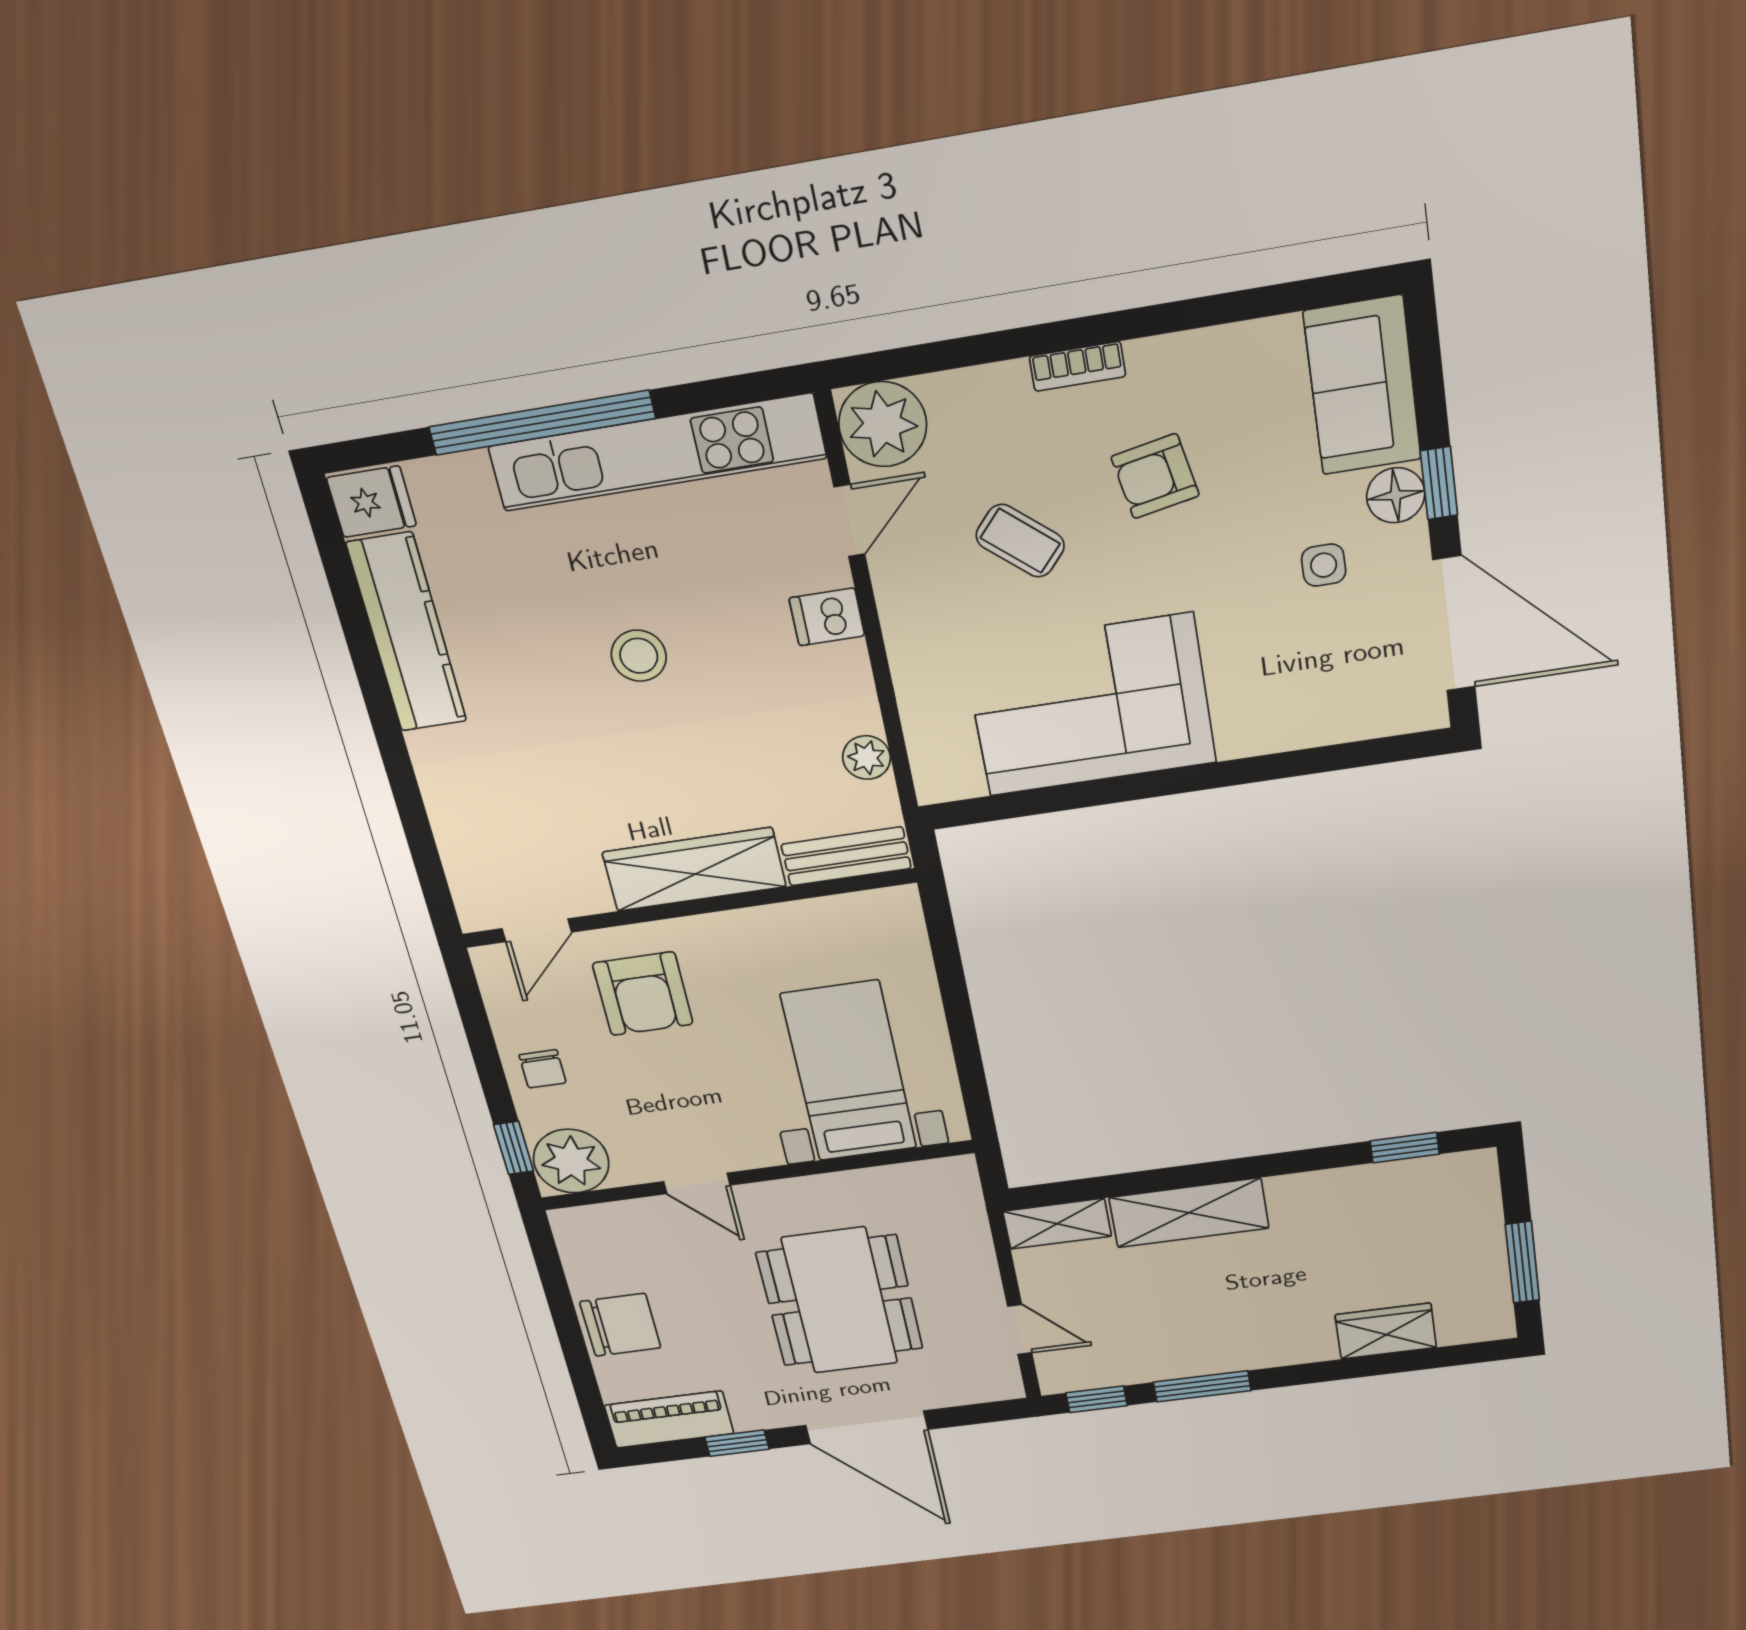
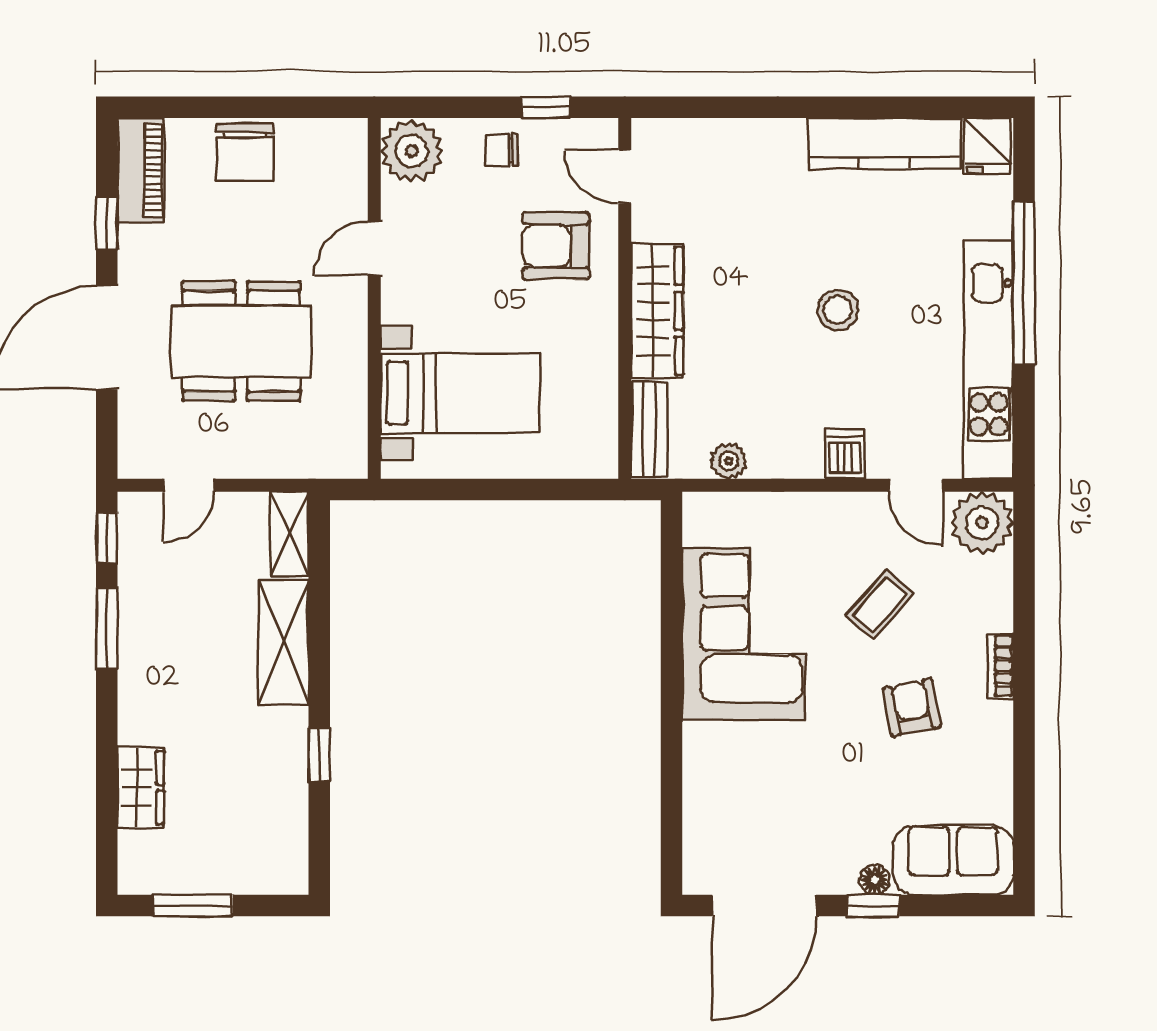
floor lamp: (1396, 495) -> (875, 880), width x0.73, depth x0.73
side table: (1324, 565) -> (825, 818), removed
window: (514, 1148) -> (546, 107), moved
window: (1405, 1148) -> (319, 755), moved

